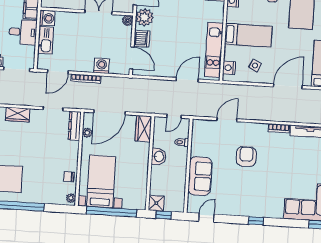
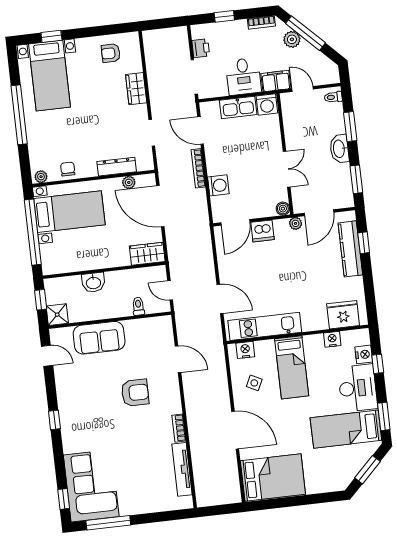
plant: (144, 17) -> (296, 223), width x0.53, depth x0.53
dresser: (75, 126) -> (117, 167), moved
washbasin: (159, 156) -> (93, 282), moved
shower: (156, 203) -> (57, 315), moved

